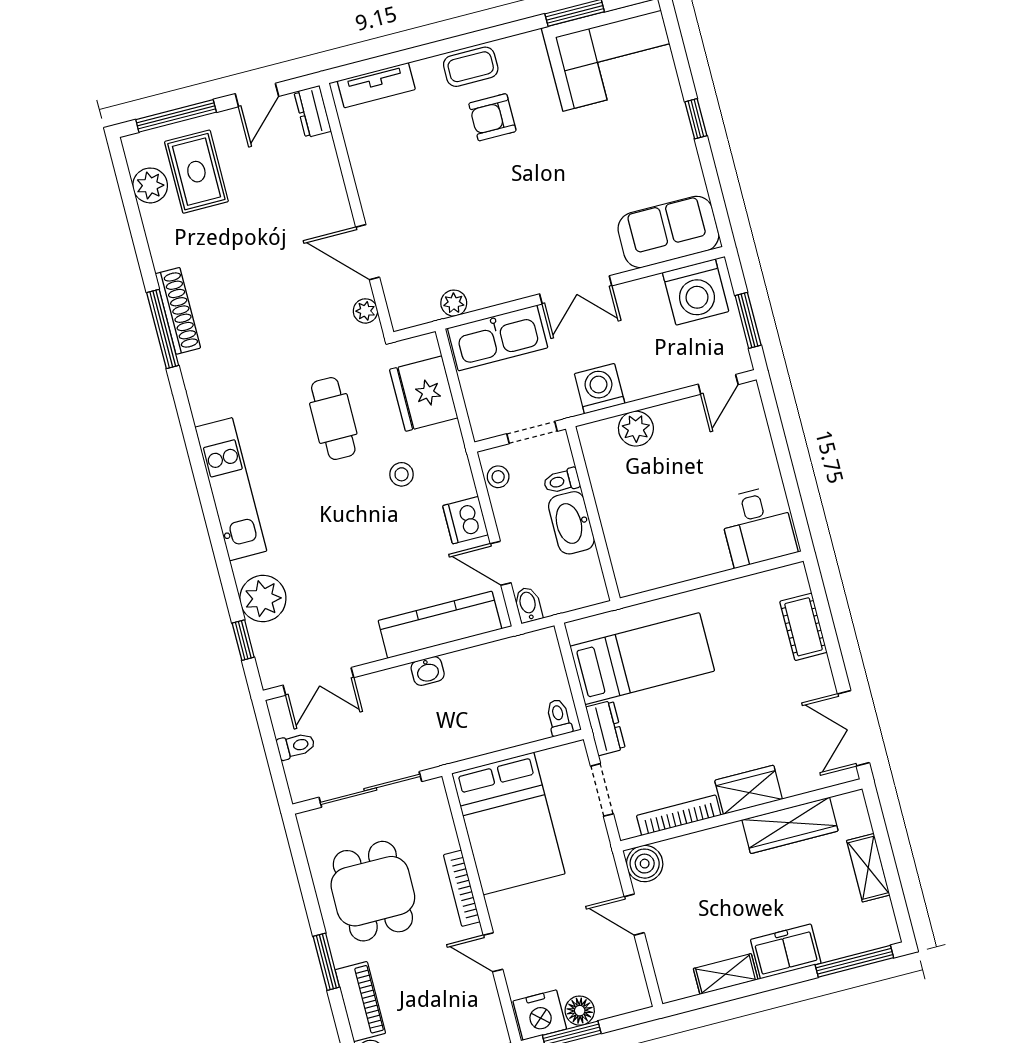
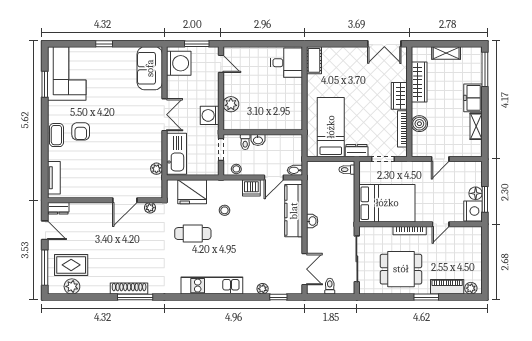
washbasin: (571, 523) -> (258, 140), width x0.52, depth x0.69
plant: (263, 599) -> (263, 289), width x0.53, depth x0.53
cot: (803, 627) -> (314, 60), moved, turned 90
boiler: (645, 864) -> (419, 124), moved

